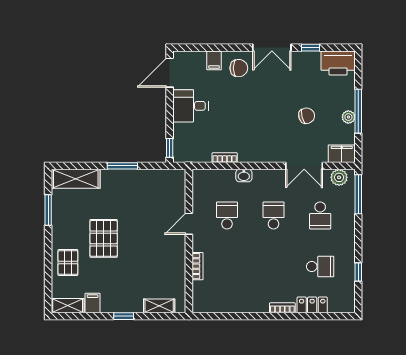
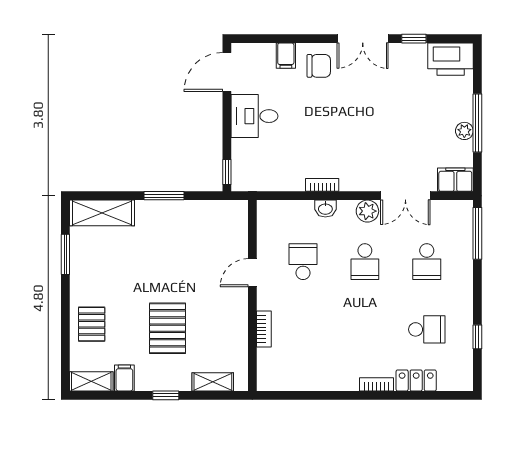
chair: (307, 116) -> (409, 129), removed
bookcase: (225, 158) -> (322, 185), moved
plant: (339, 177) -> (367, 211), moved
school desk: (274, 215) -> (365, 262), turned 180
pallet: (104, 238) -> (167, 328), moved

